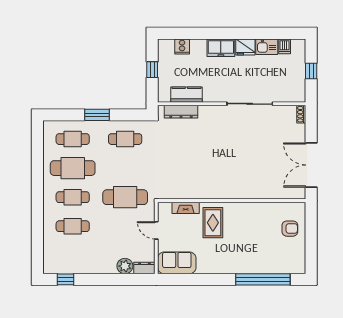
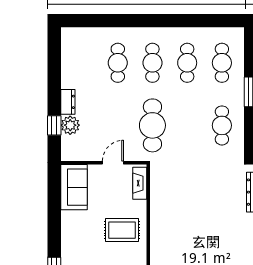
cafe table: (73, 168) -> (187, 63), width x0.73, depth x0.74
fireplace: (186, 208) -> (140, 183), moved
dresser: (144, 268) -> (68, 102), moved
window: (65, 279) -> (54, 125), moved

